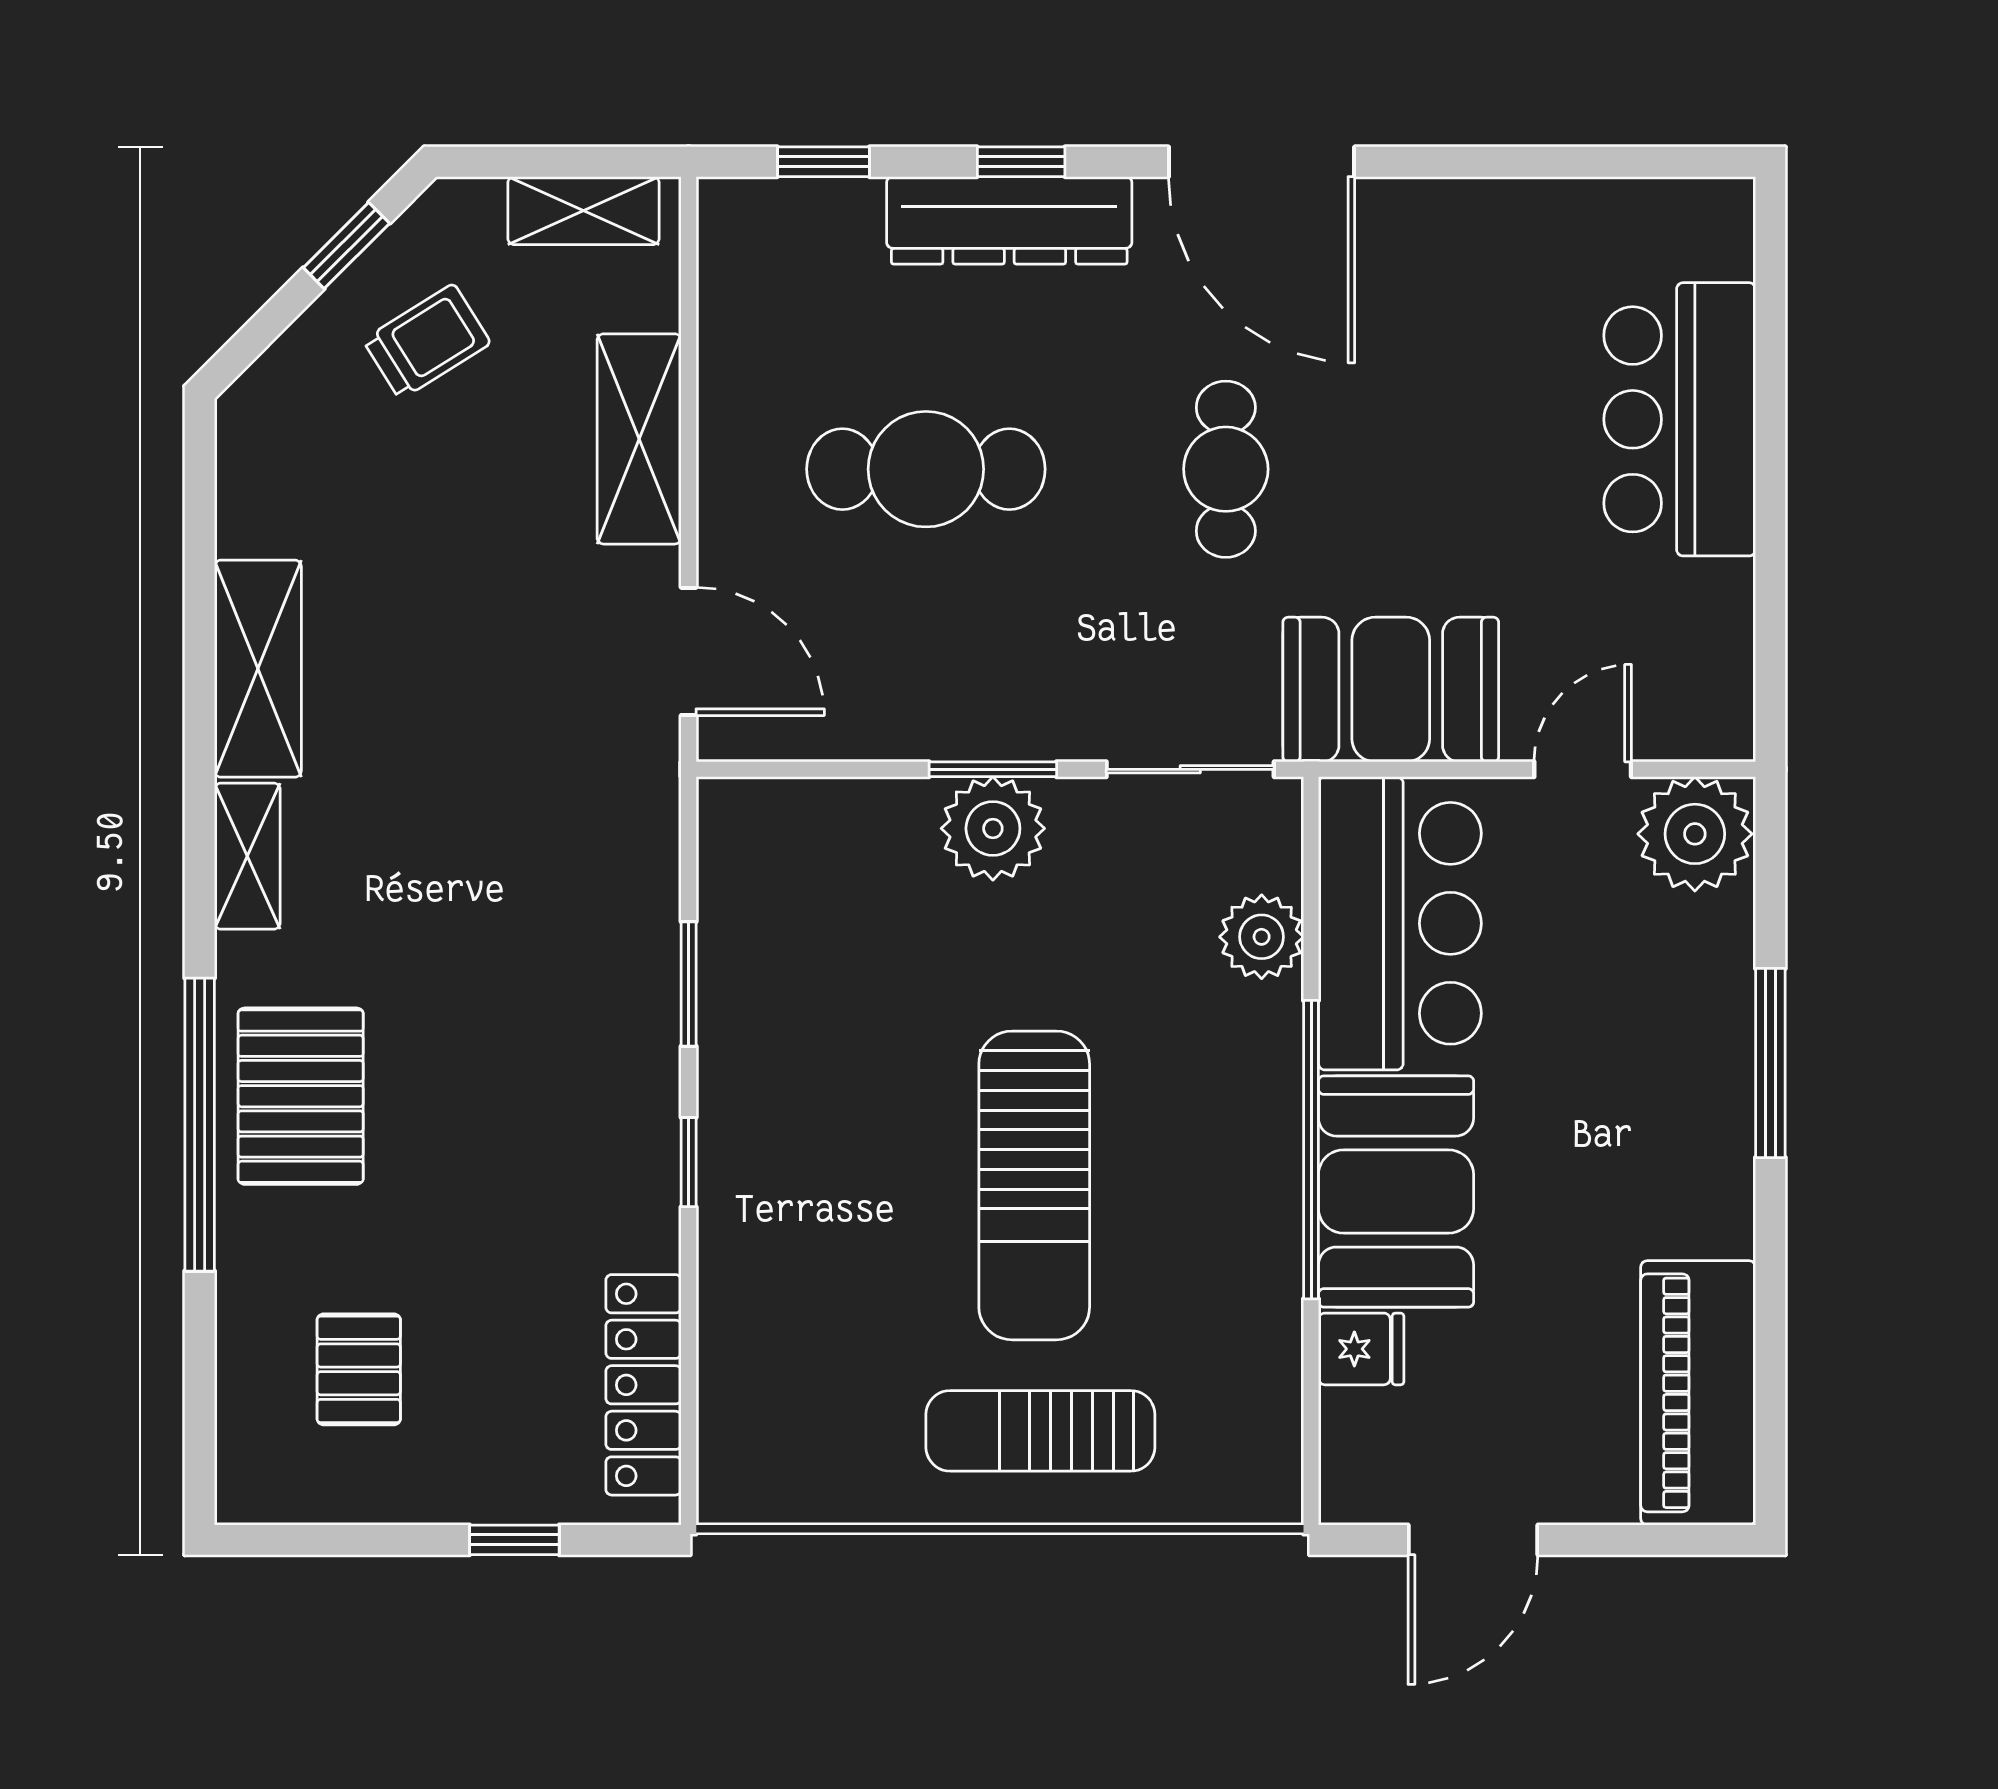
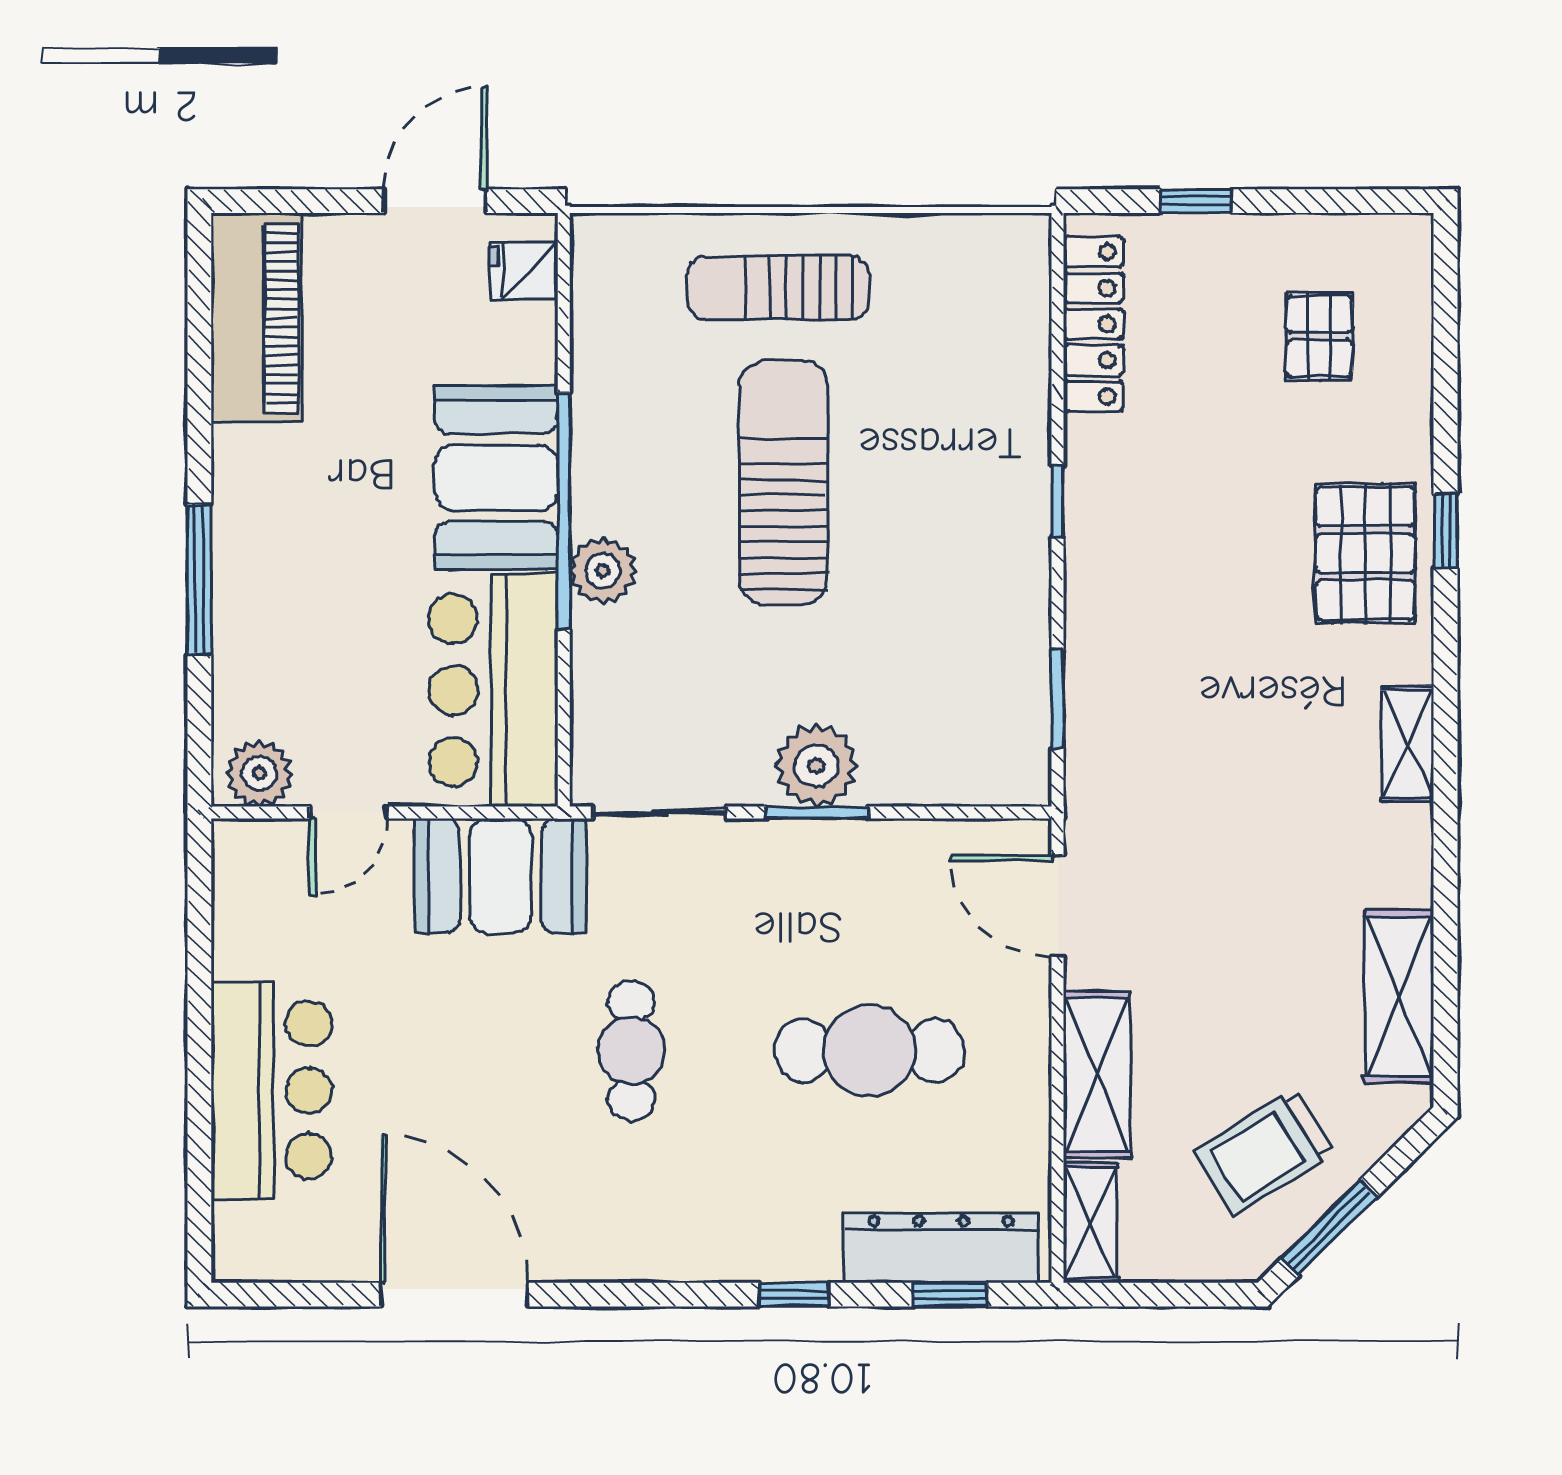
door: (1262, 162) -> (454, 1295), moved
shelving: (584, 211) -> (1090, 1223), moved, turned 90
dresser: (1009, 220) -> (941, 1248), moved
window: (346, 246) -> (1329, 1228), width x1.50
trolley: (427, 342) -> (1265, 1152), width x1.36, depth x1.39
shelving: (258, 669) -> (1399, 997), moved
plant: (1695, 834) -> (259, 773), width x0.73, depth x0.73
plant: (1262, 937) -> (603, 571), moved
window: (689, 984) -> (1058, 698), moved
window: (200, 1125) -> (1445, 531), width x0.32
fridge: (1361, 1349) -> (524, 271), moved
sun lounger: (1040, 1431) -> (778, 288), turned 180

